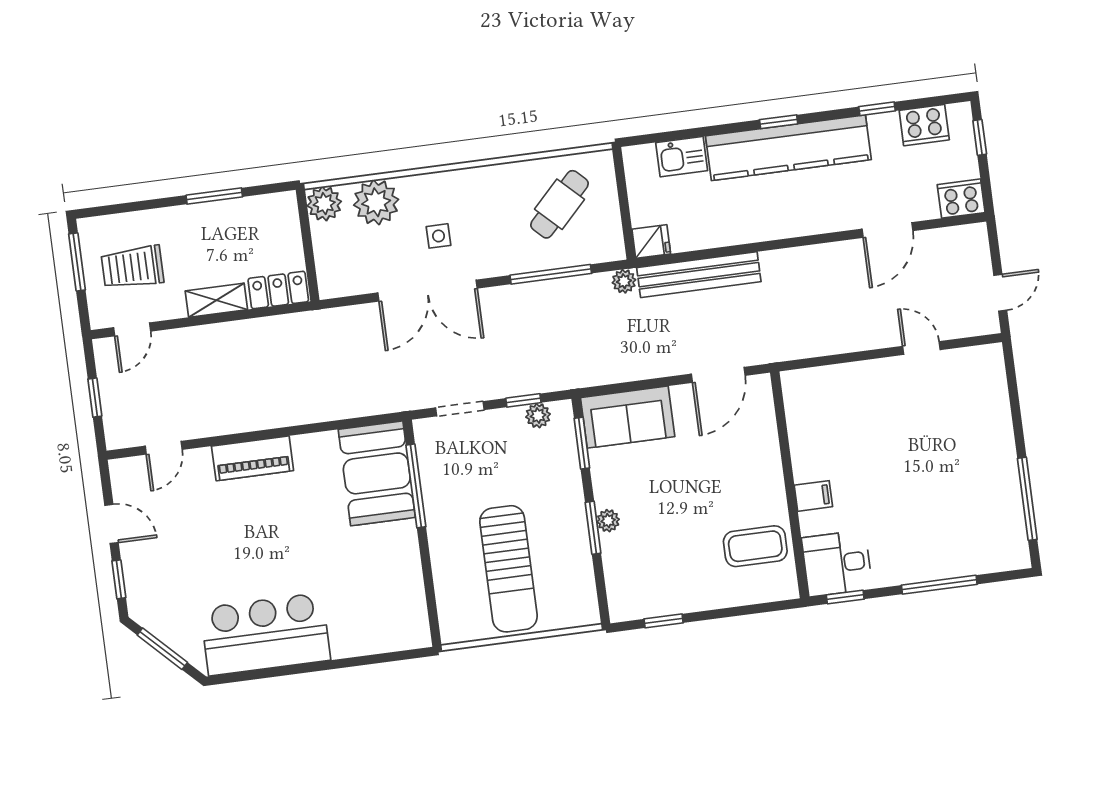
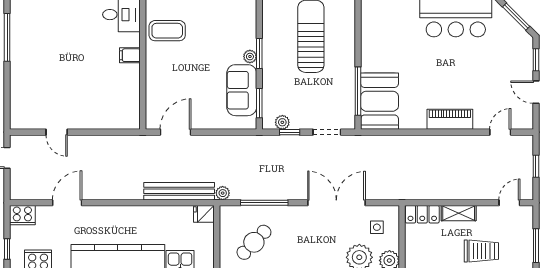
side table: (439, 236) -> (377, 227), moved
trolley: (132, 267) -> (481, 251), moved
sofa: (628, 417) -> (242, 90), moved, turned -90

